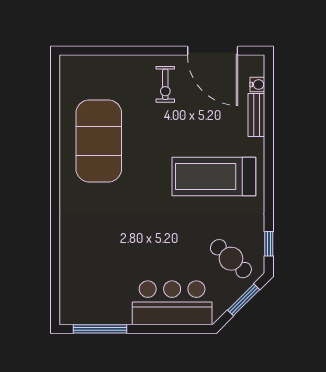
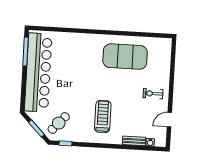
door: (213, 51) -> (169, 120), width x0.53
treadmill: (214, 176) -> (103, 117), width x0.73, depth x0.73
bar counter: (172, 303) -> (38, 72), width x1.86

